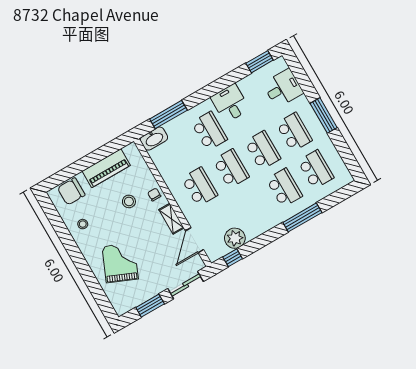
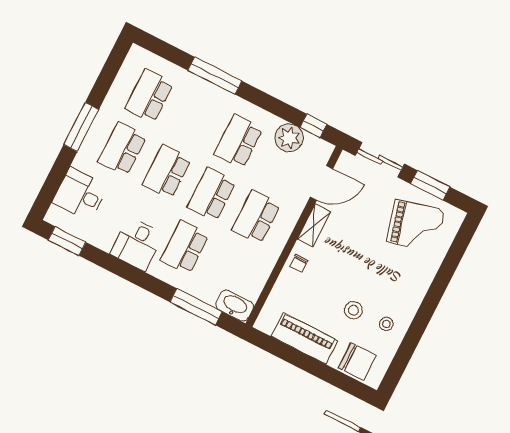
school desk: (284, 188) -> (239, 141), moved
stool: (129, 201) -> (353, 310), moved
grand piano: (120, 263) -> (416, 226), moved, turned -128

